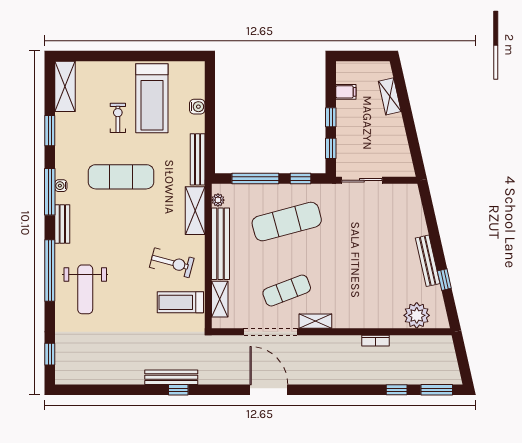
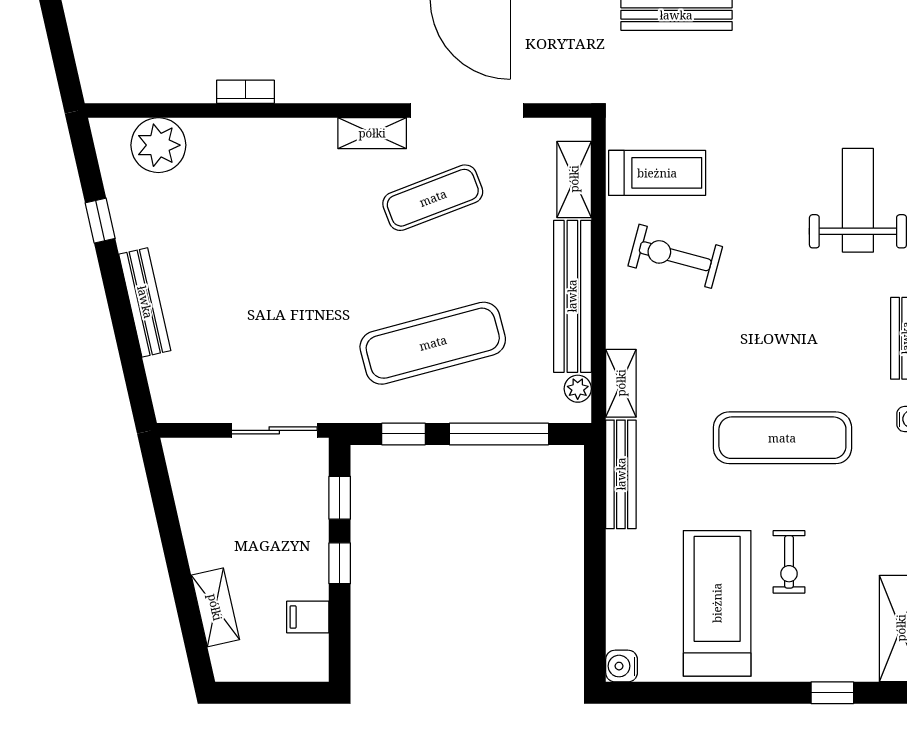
window: (97, 56) -> (832, 693), added
water cooler: (197, 107) -> (622, 666), moved
shelving: (195, 211) -> (621, 383), width x0.67, depth x0.75
bench: (428, 261) -> (145, 302), moved

